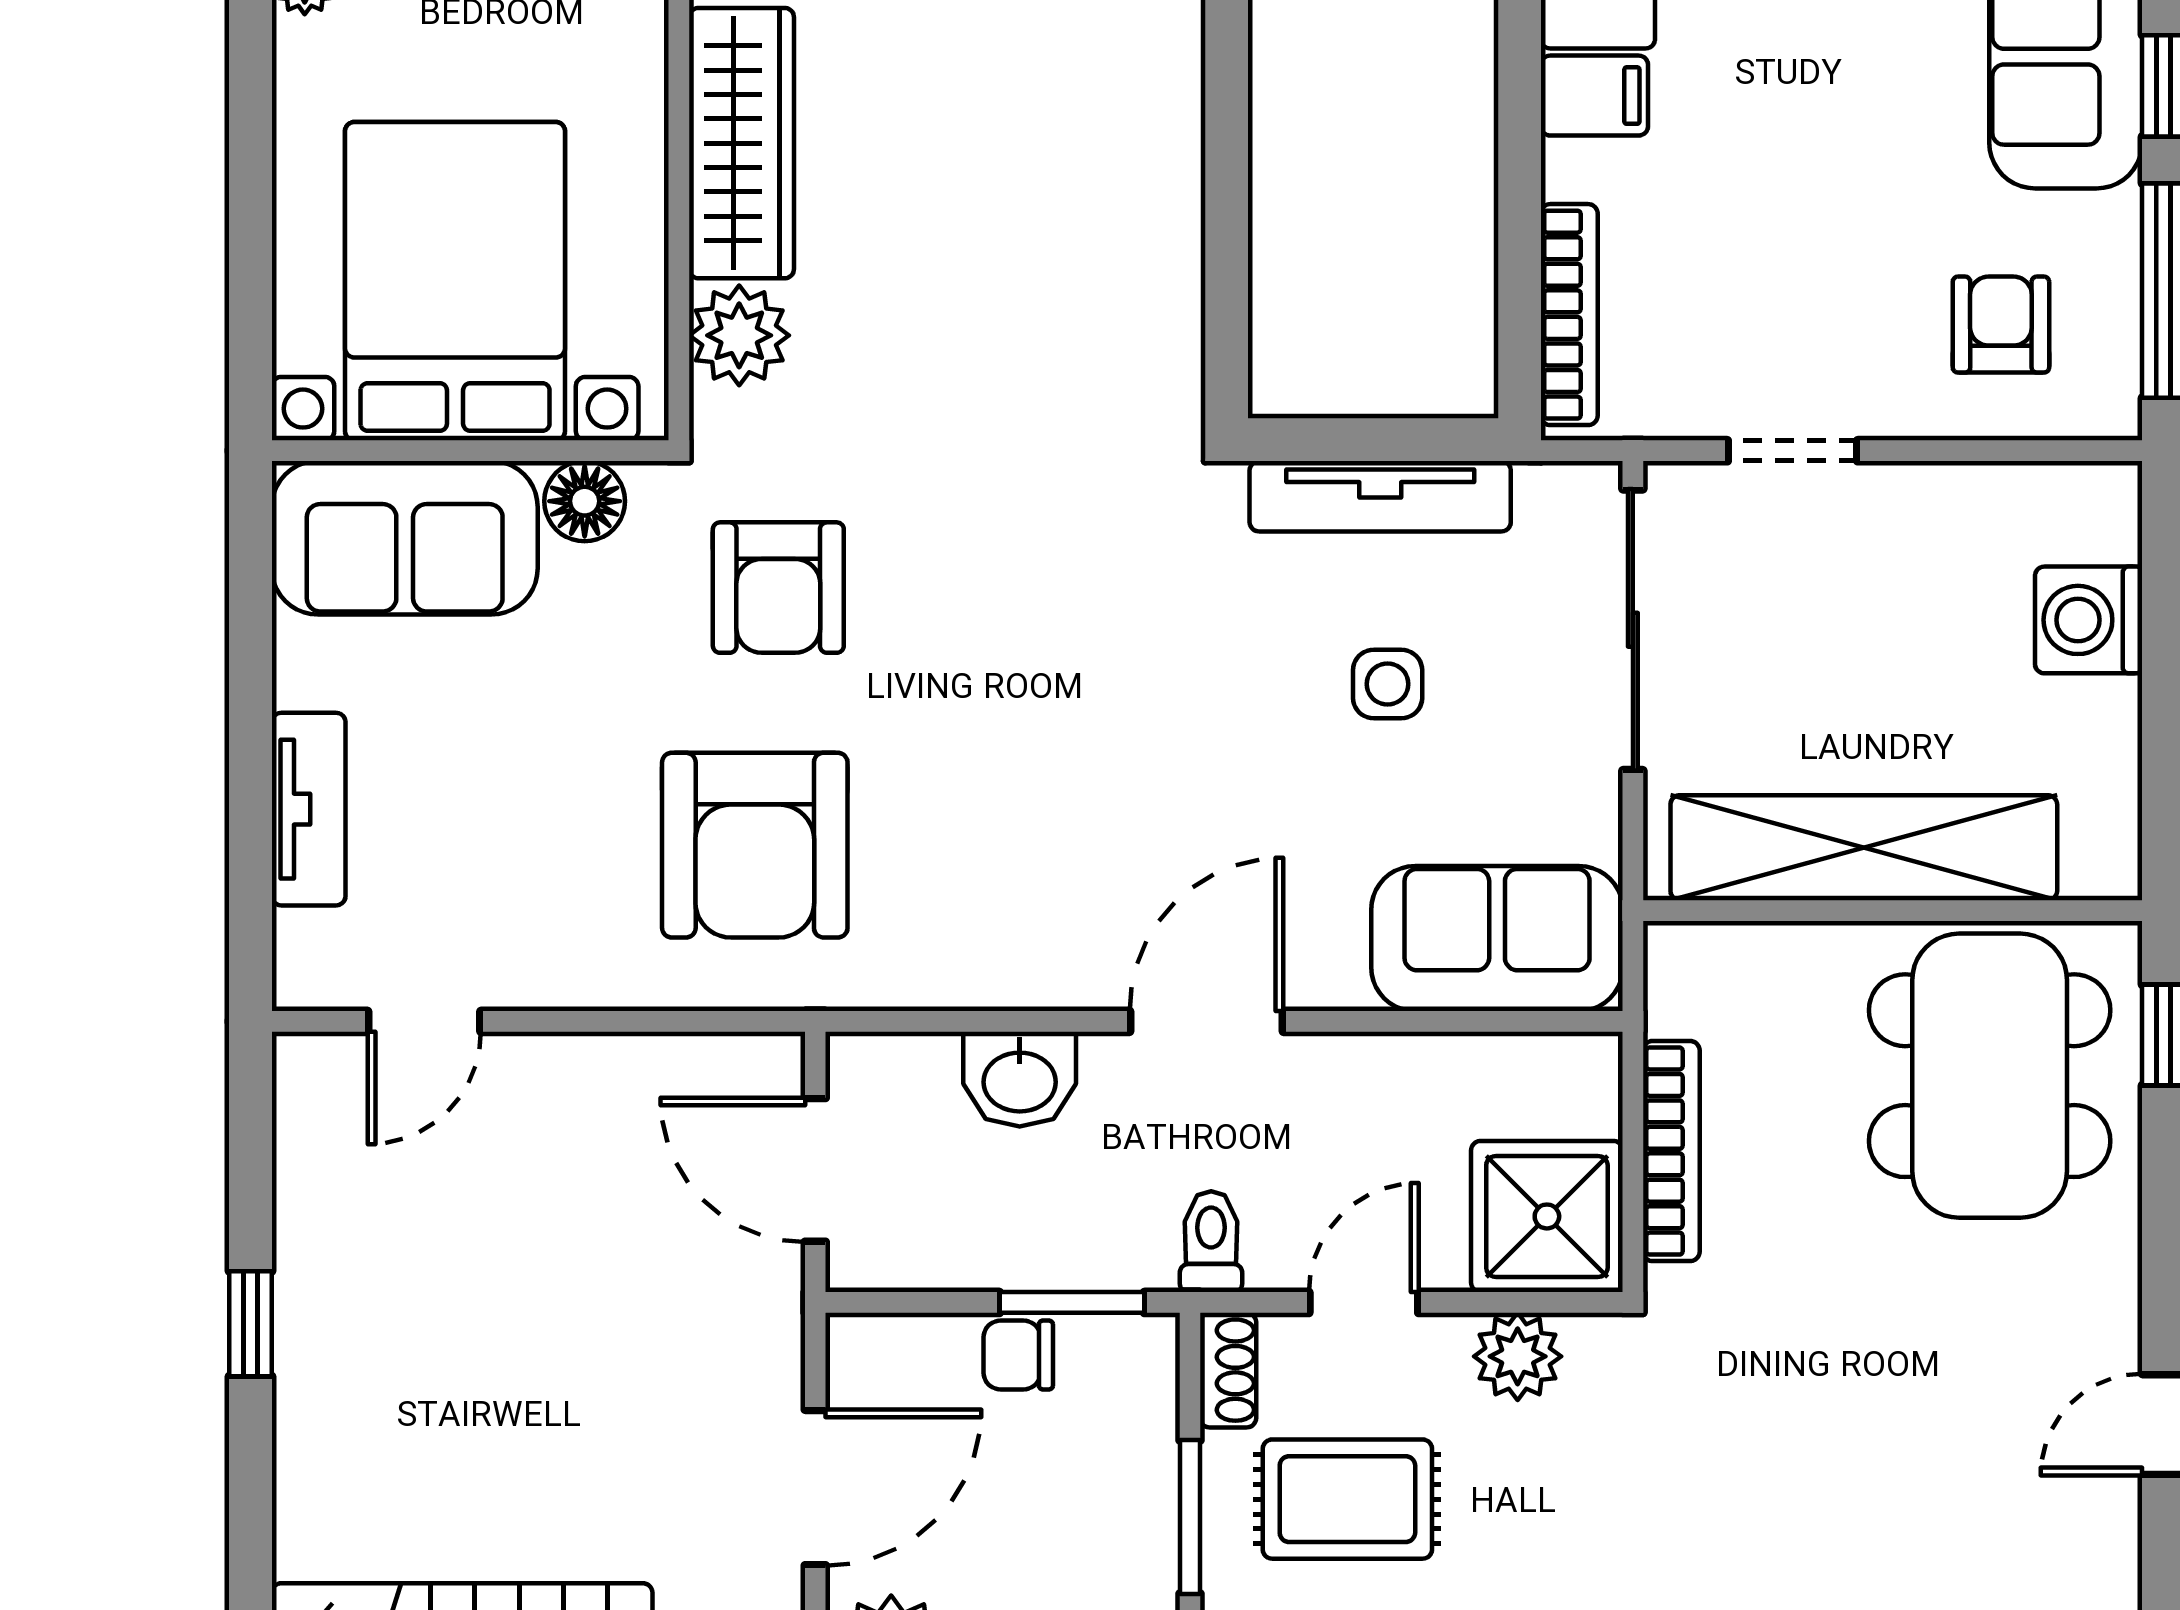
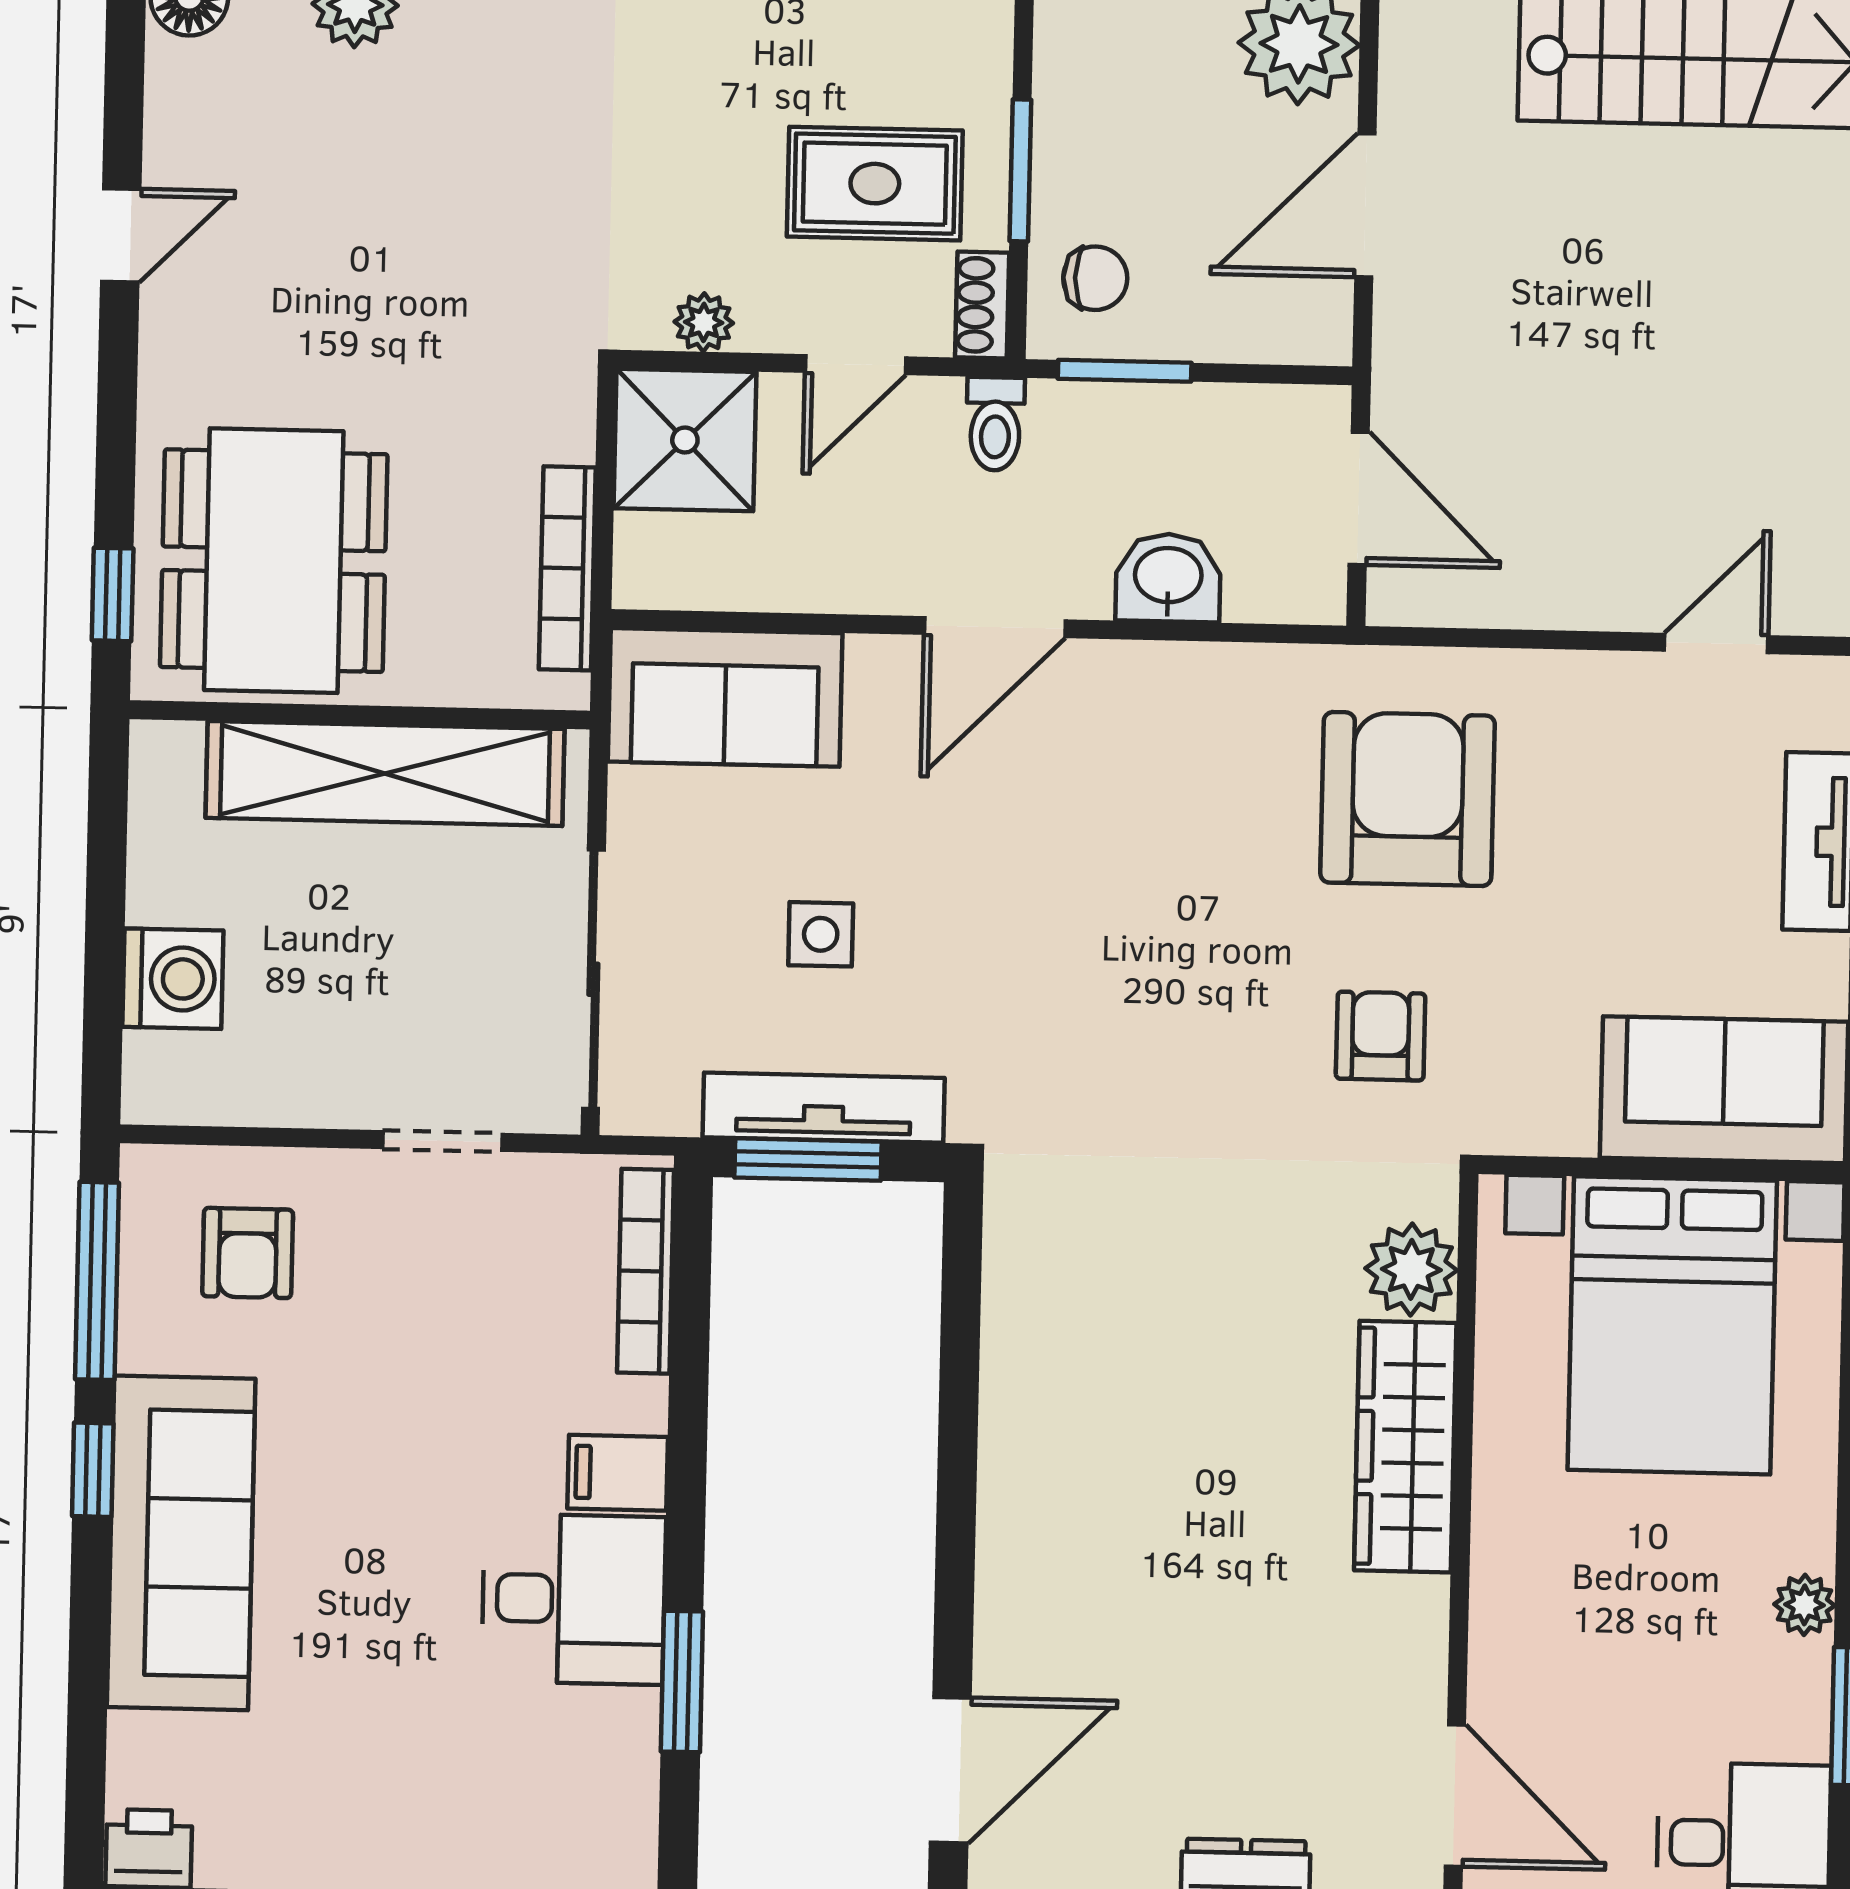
window: (1396, 440) -> (808, 1160), added
floor lamp: (585, 501) -> (1557, 1120), removed
armchair: (778, 588) -> (1381, 1036), width x0.72, depth x0.72
bookcase: (1671, 1151) -> (567, 568), moved
chair: (1018, 1355) -> (1095, 278), moved
plant: (1518, 1356) -> (704, 322), width x0.73, depth x0.73

